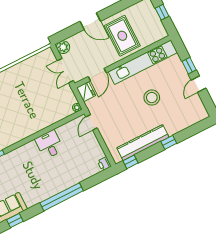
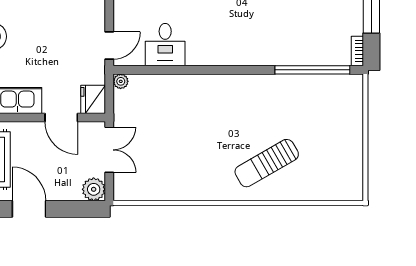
door: (97, 75) -> (61, 117), swing flipped
desk: (49, 144) -> (165, 45), moved

